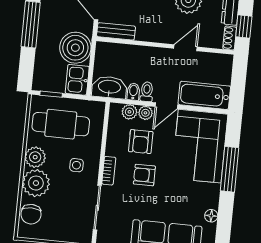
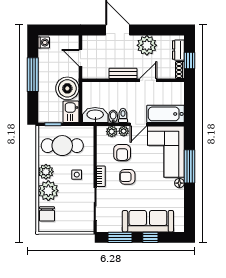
bench: (116, 31) -> (123, 73), moved
floor lamp: (211, 216) -> (179, 183), moved

